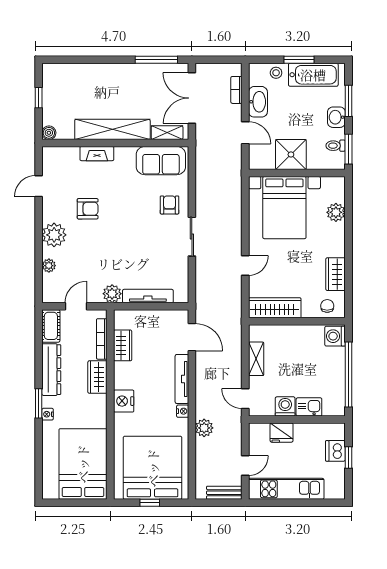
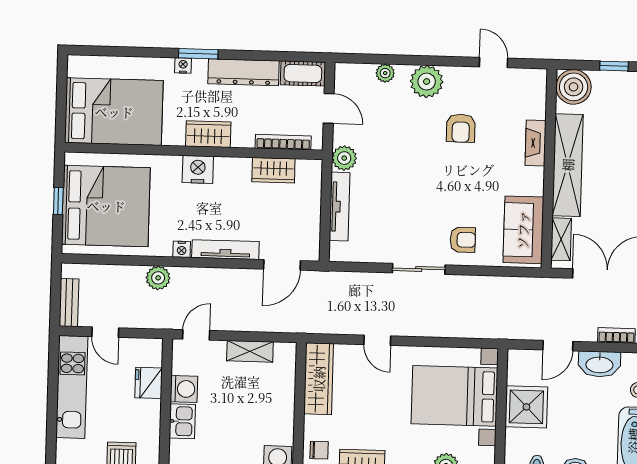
boiler: (49, 133) -> (574, 87), width x1.86, depth x1.86
wardrobe: (97, 377) -> (208, 134), moved

